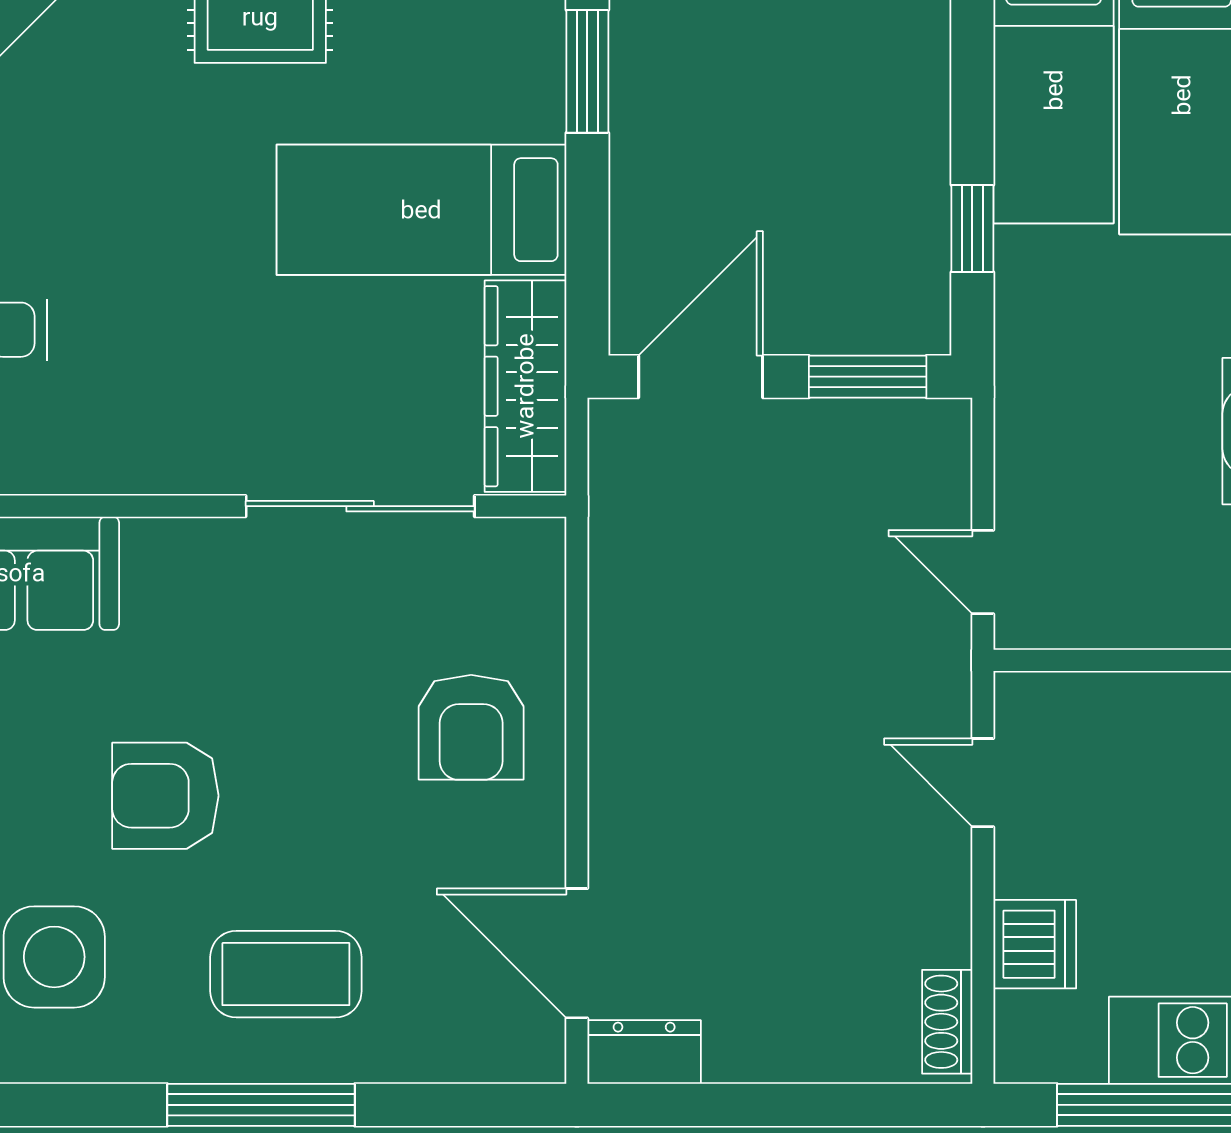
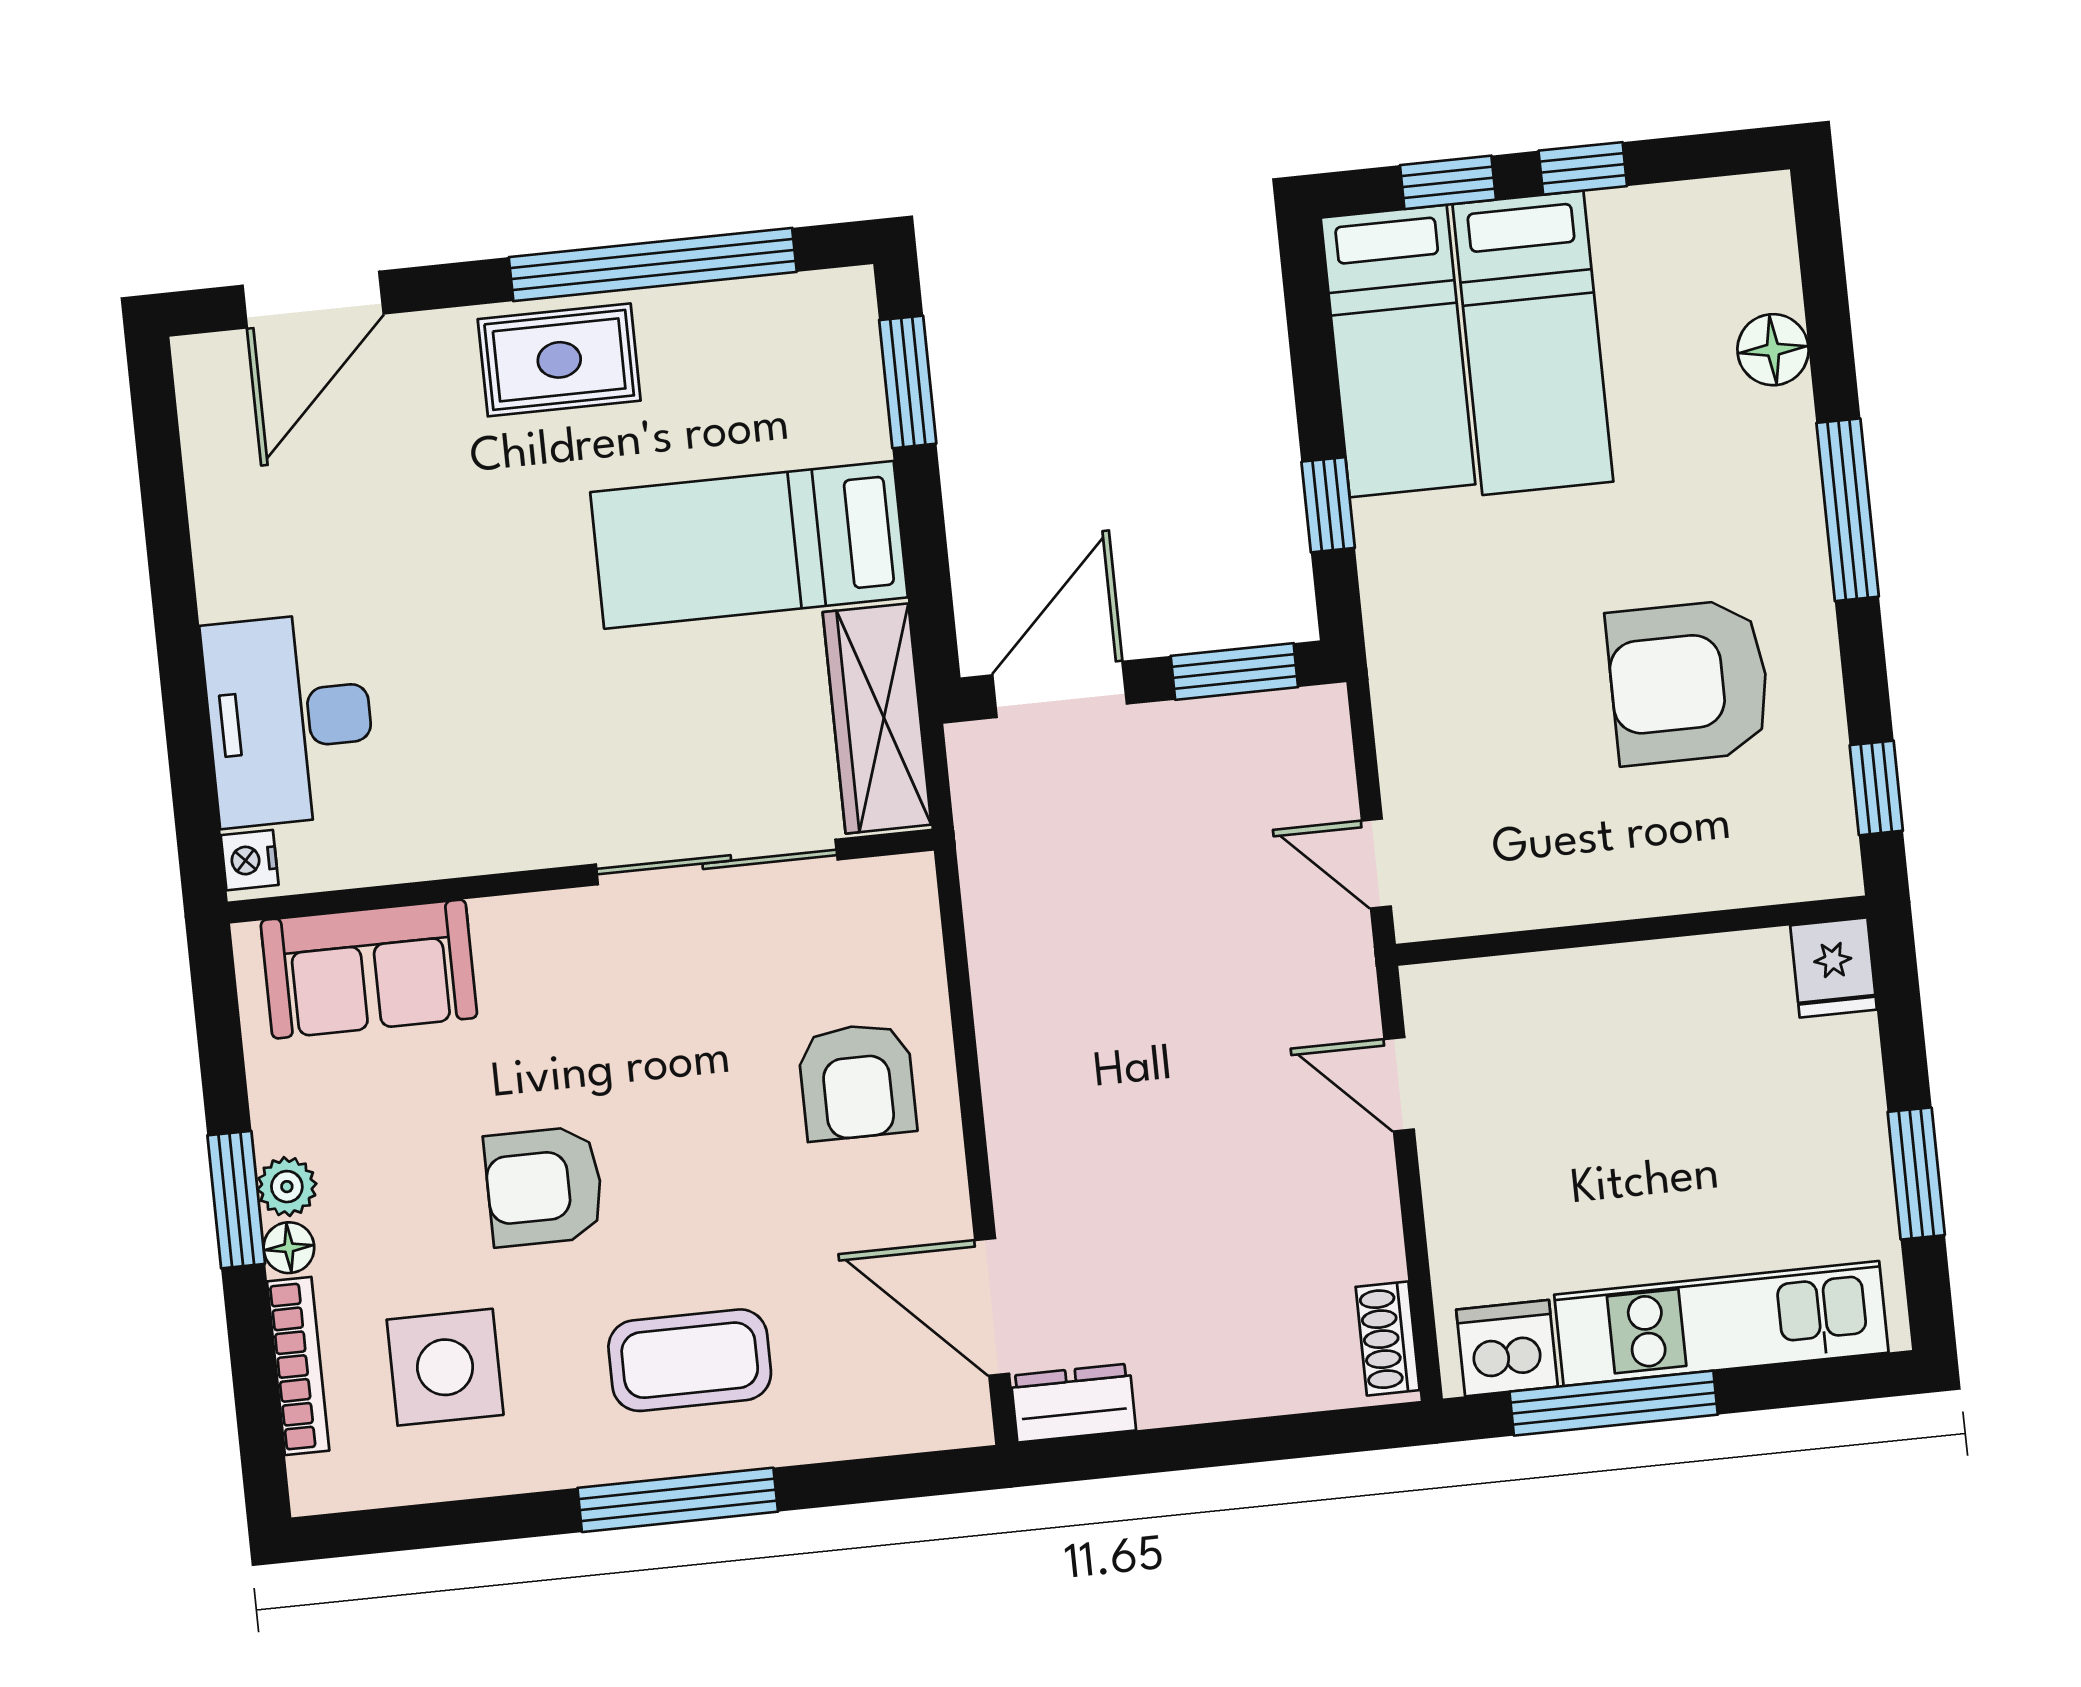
dishwasher: (1035, 944) -> (1507, 1348), moved, turned -90

